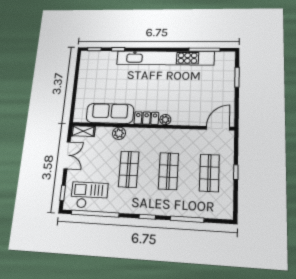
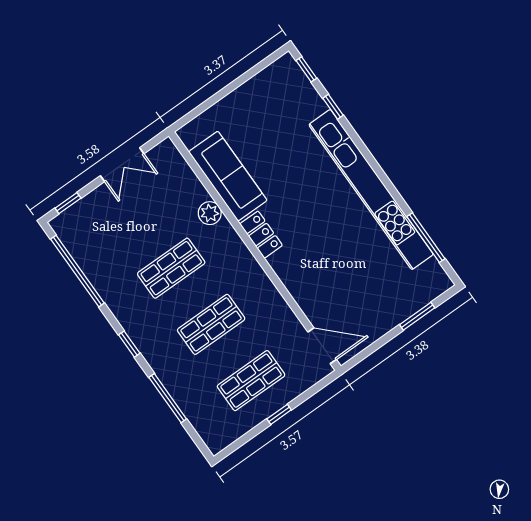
plant: (165, 120) -> (279, 263), removed
shelving: (83, 131) -> (173, 158), removed
checkout: (89, 195) -> (94, 243), removed

